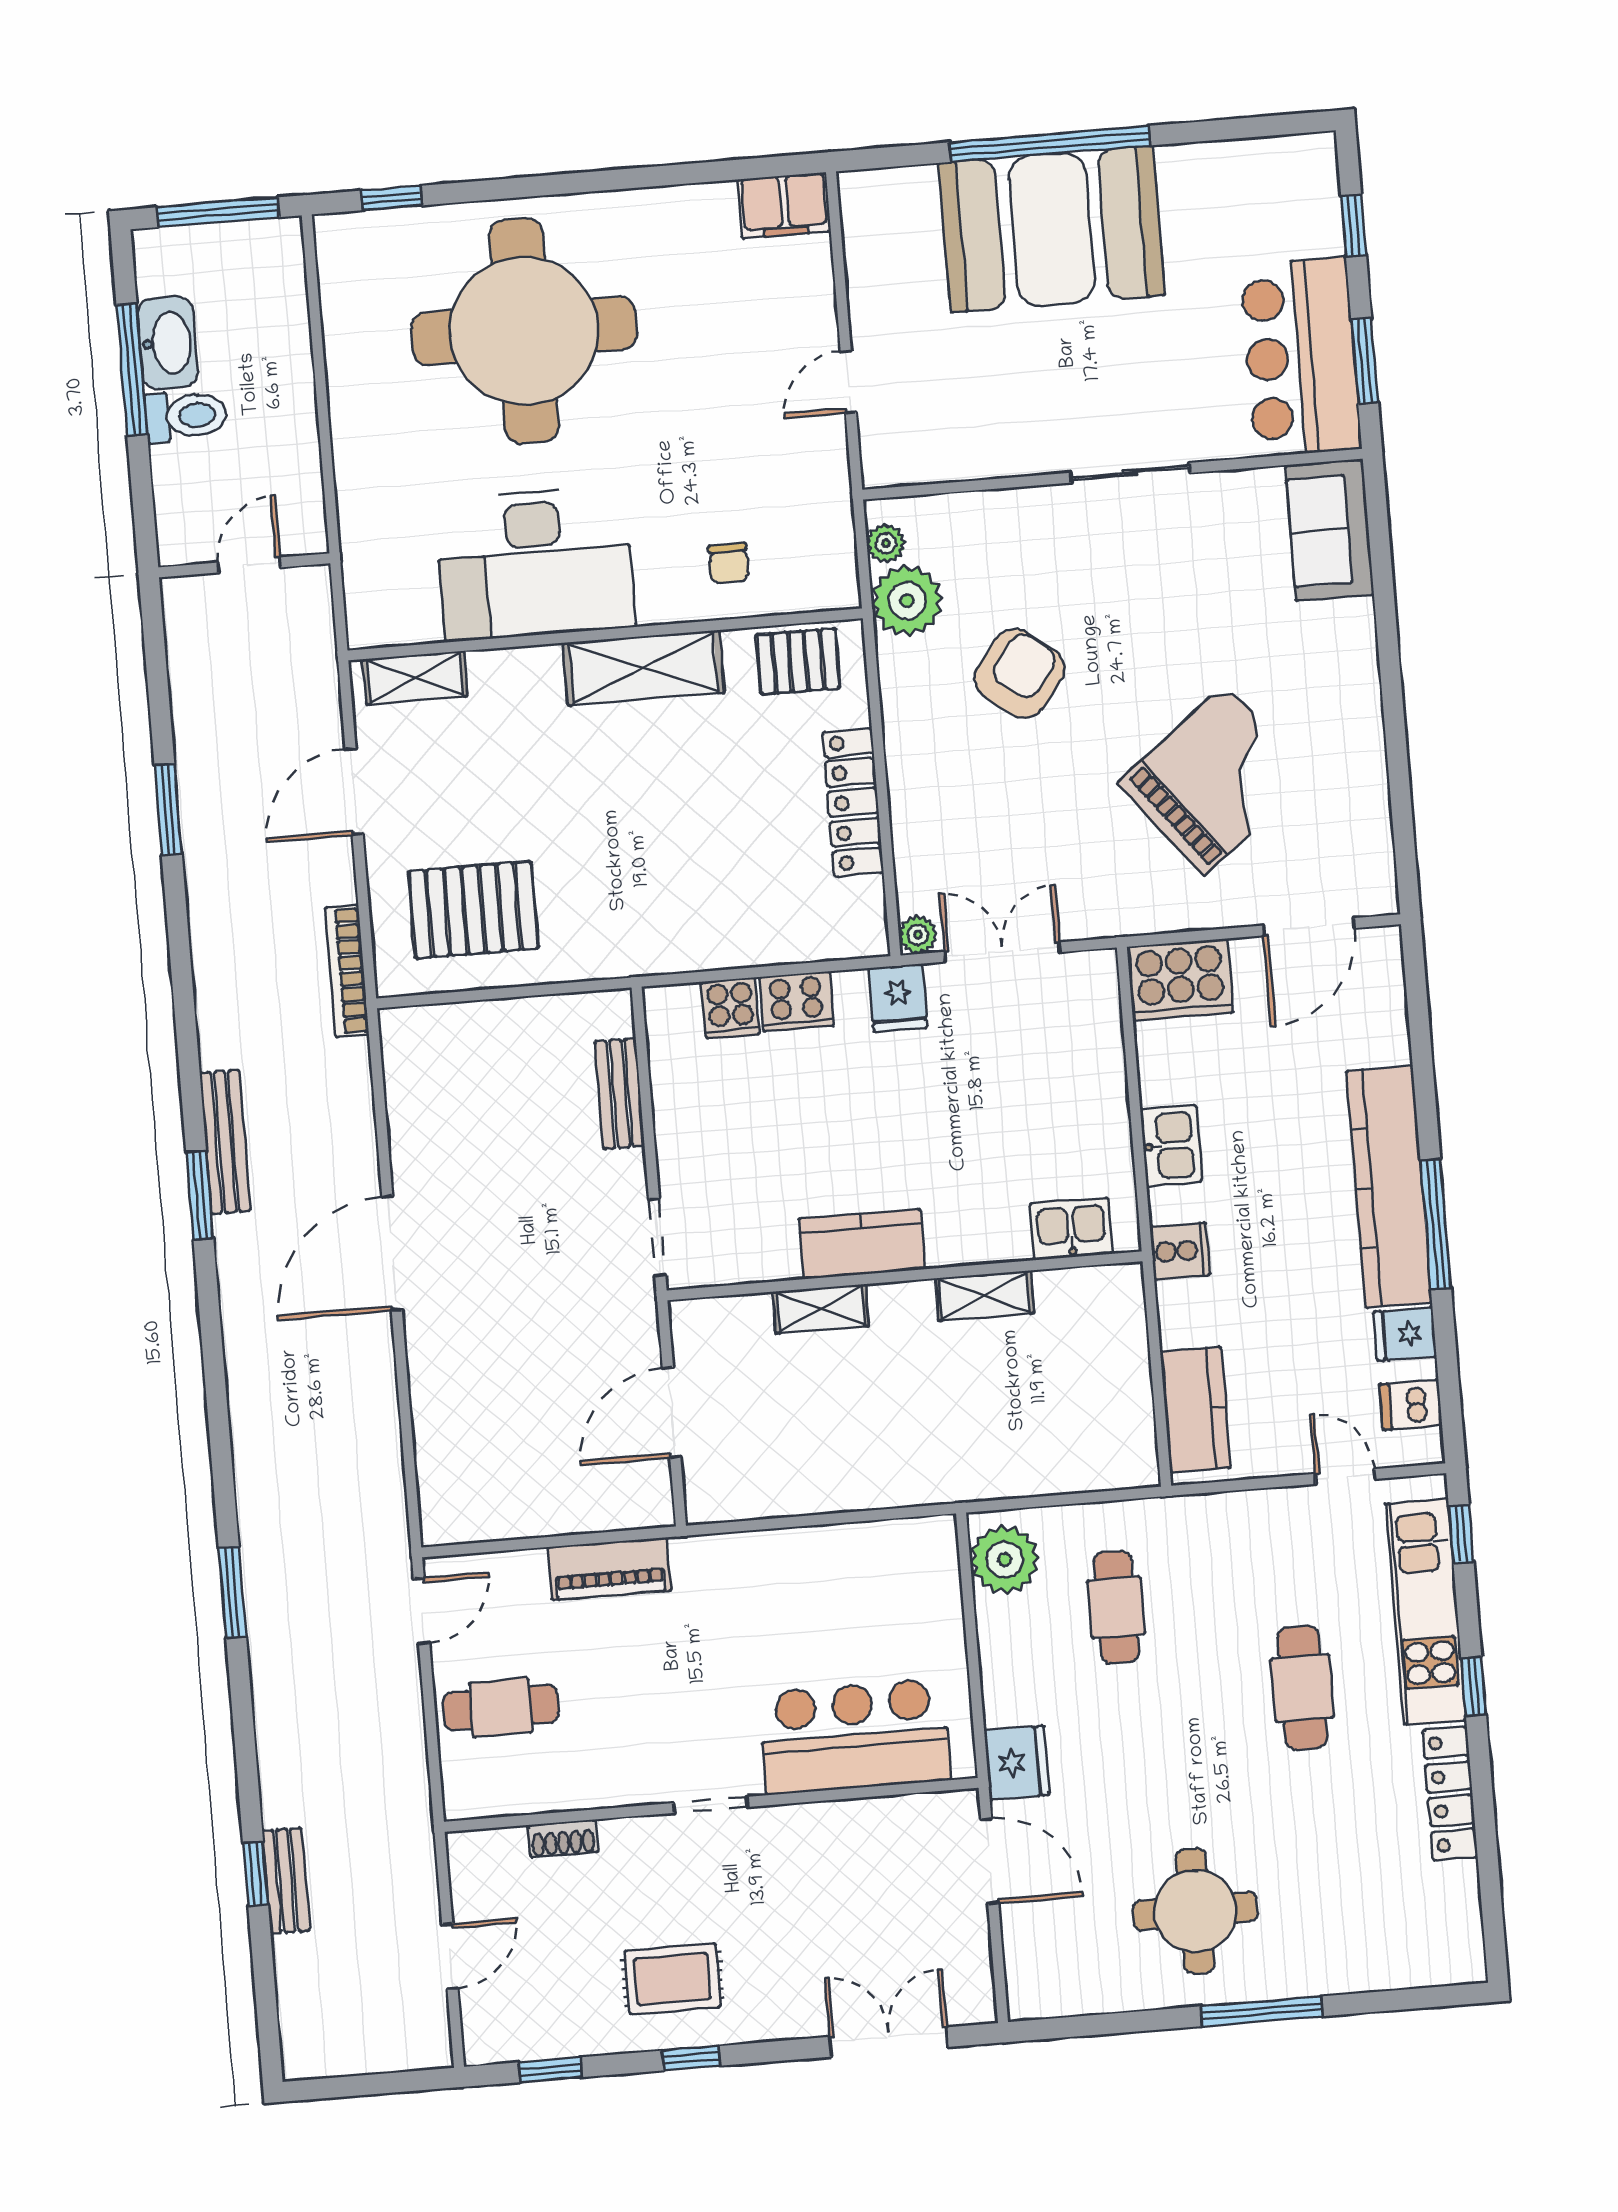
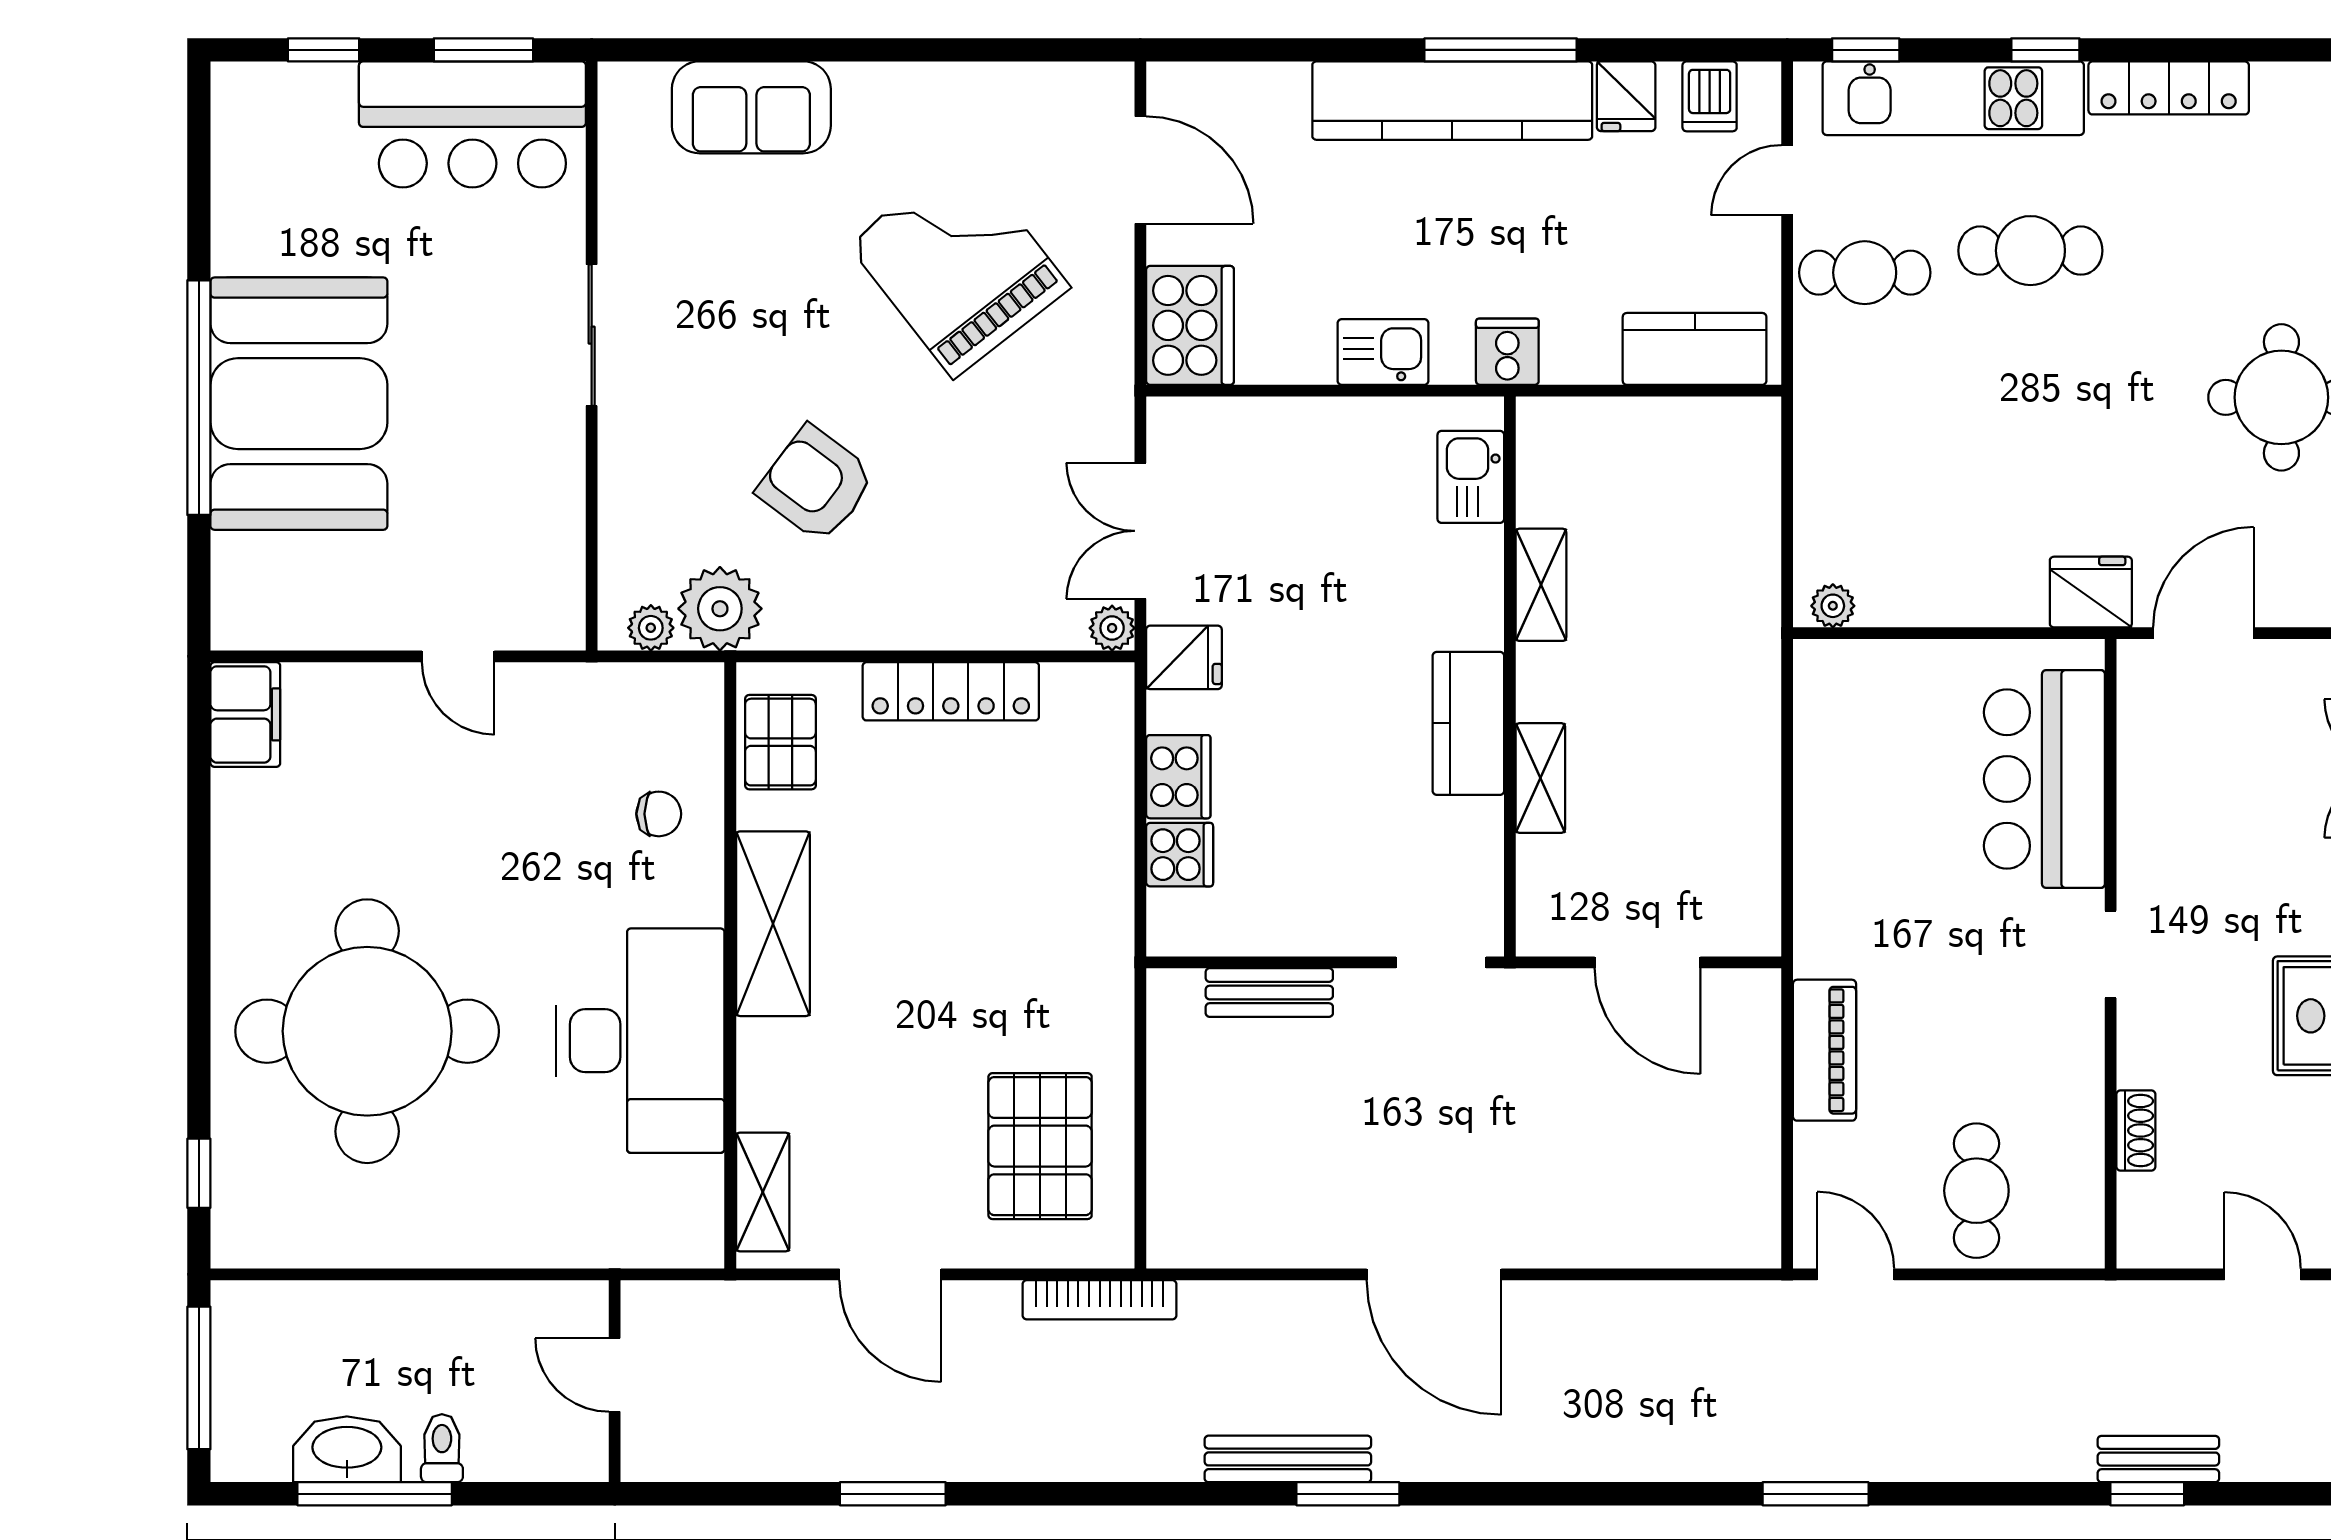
toilet: (186, 416) -> (442, 1448), width x0.73, depth x0.72
sofa: (1329, 530) -> (751, 107), moved
plant: (1004, 1560) -> (1833, 606), width x0.53, depth x0.53
cafe table: (1116, 1607) -> (1865, 273), moved

